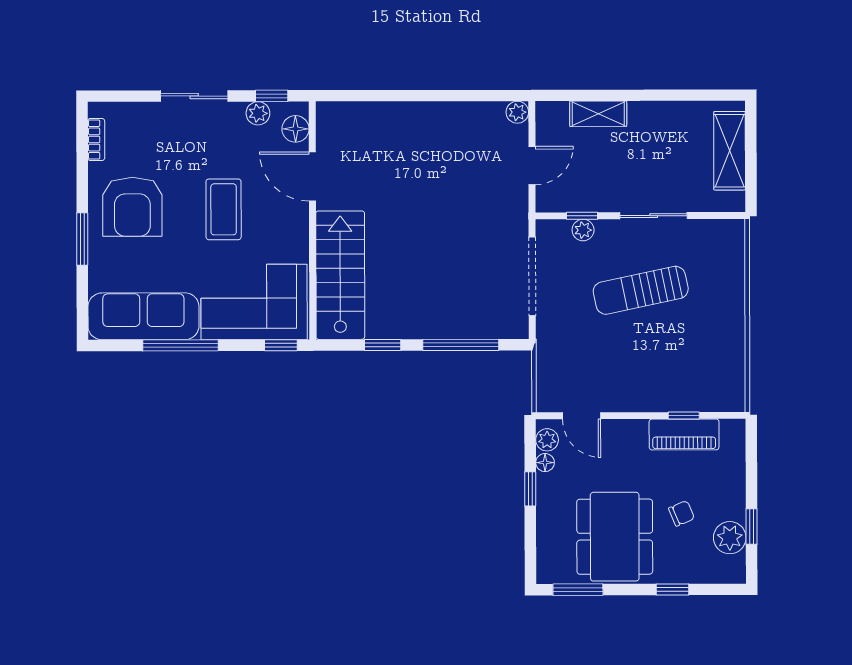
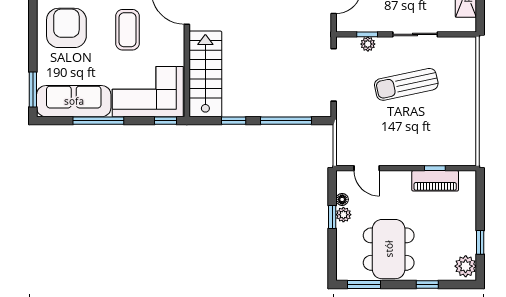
armchair: (132, 207) -> (66, 28), turned 180
window: (82, 239) -> (33, 89), moved
plant: (547, 440) -> (343, 215), moved
chair: (682, 513) -> (433, 234), removed
plant: (730, 538) -> (466, 266), moved

